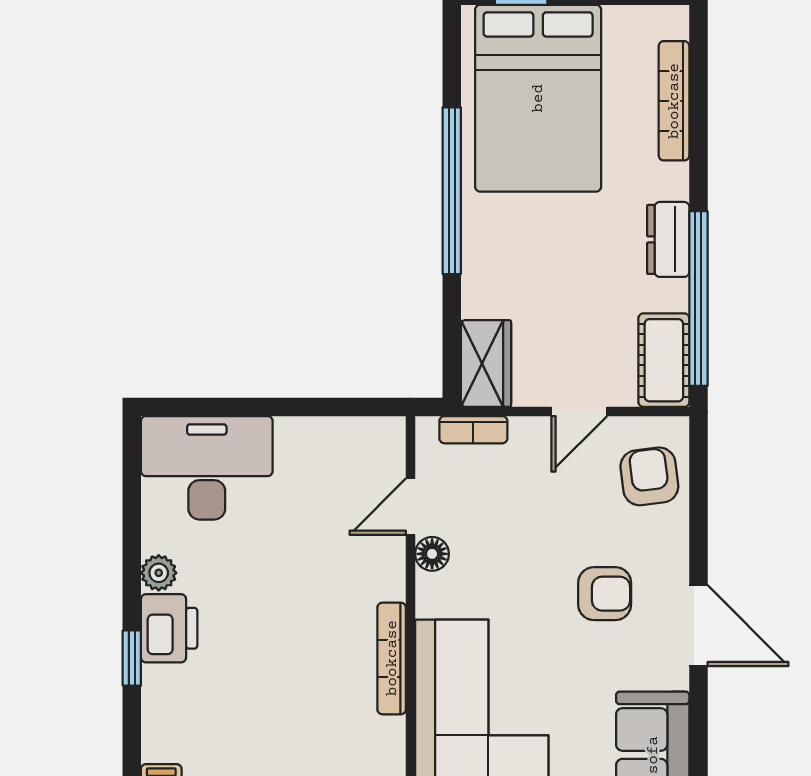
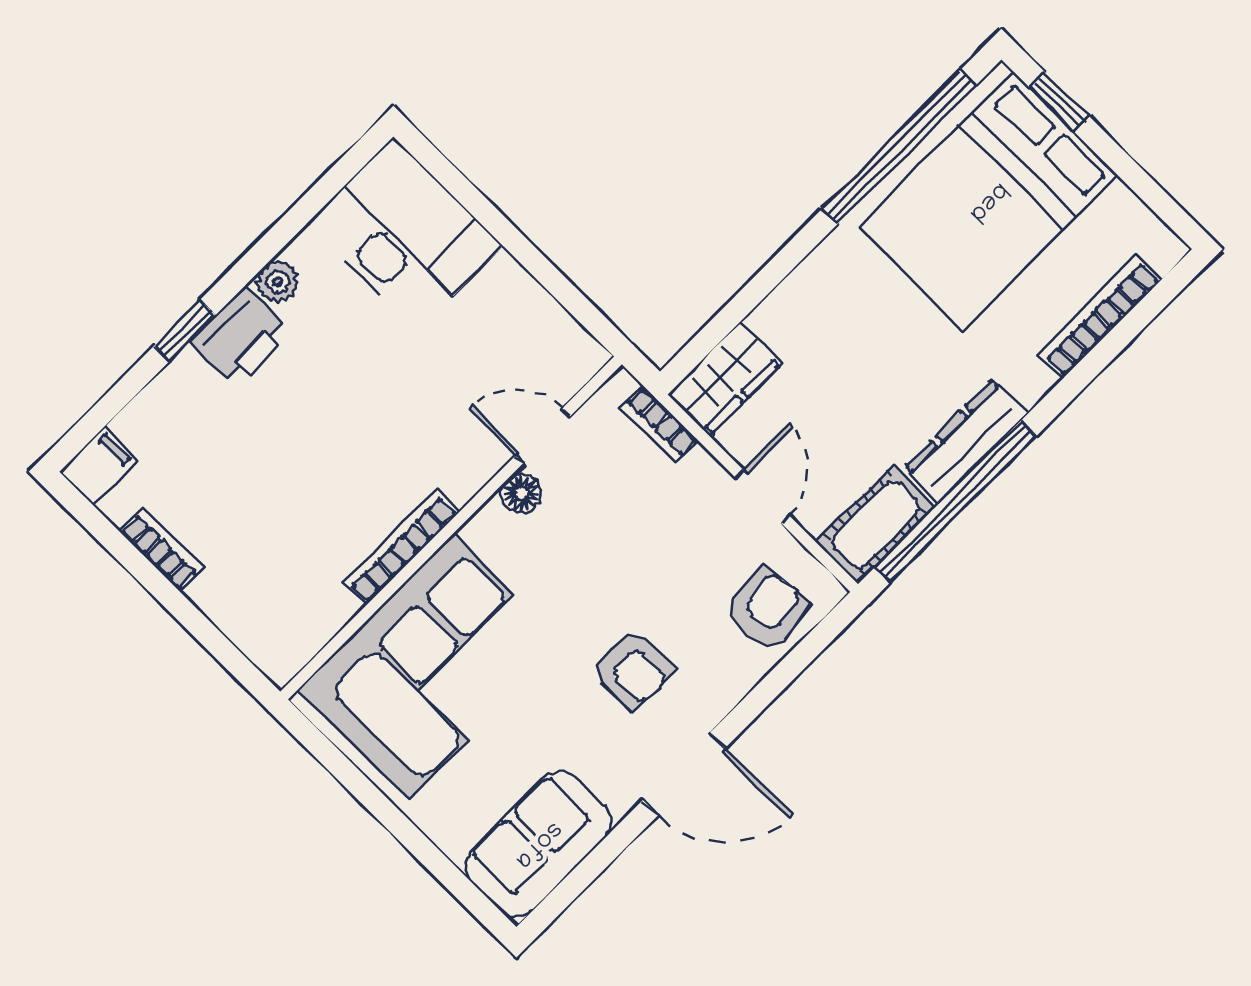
window: (452, 191) -> (899, 147), moved
dresser: (668, 239) -> (966, 441), width x1.44
door: (579, 412) -> (762, 497), swing flipped
door: (698, 626) -> (684, 774), hinge flipped

